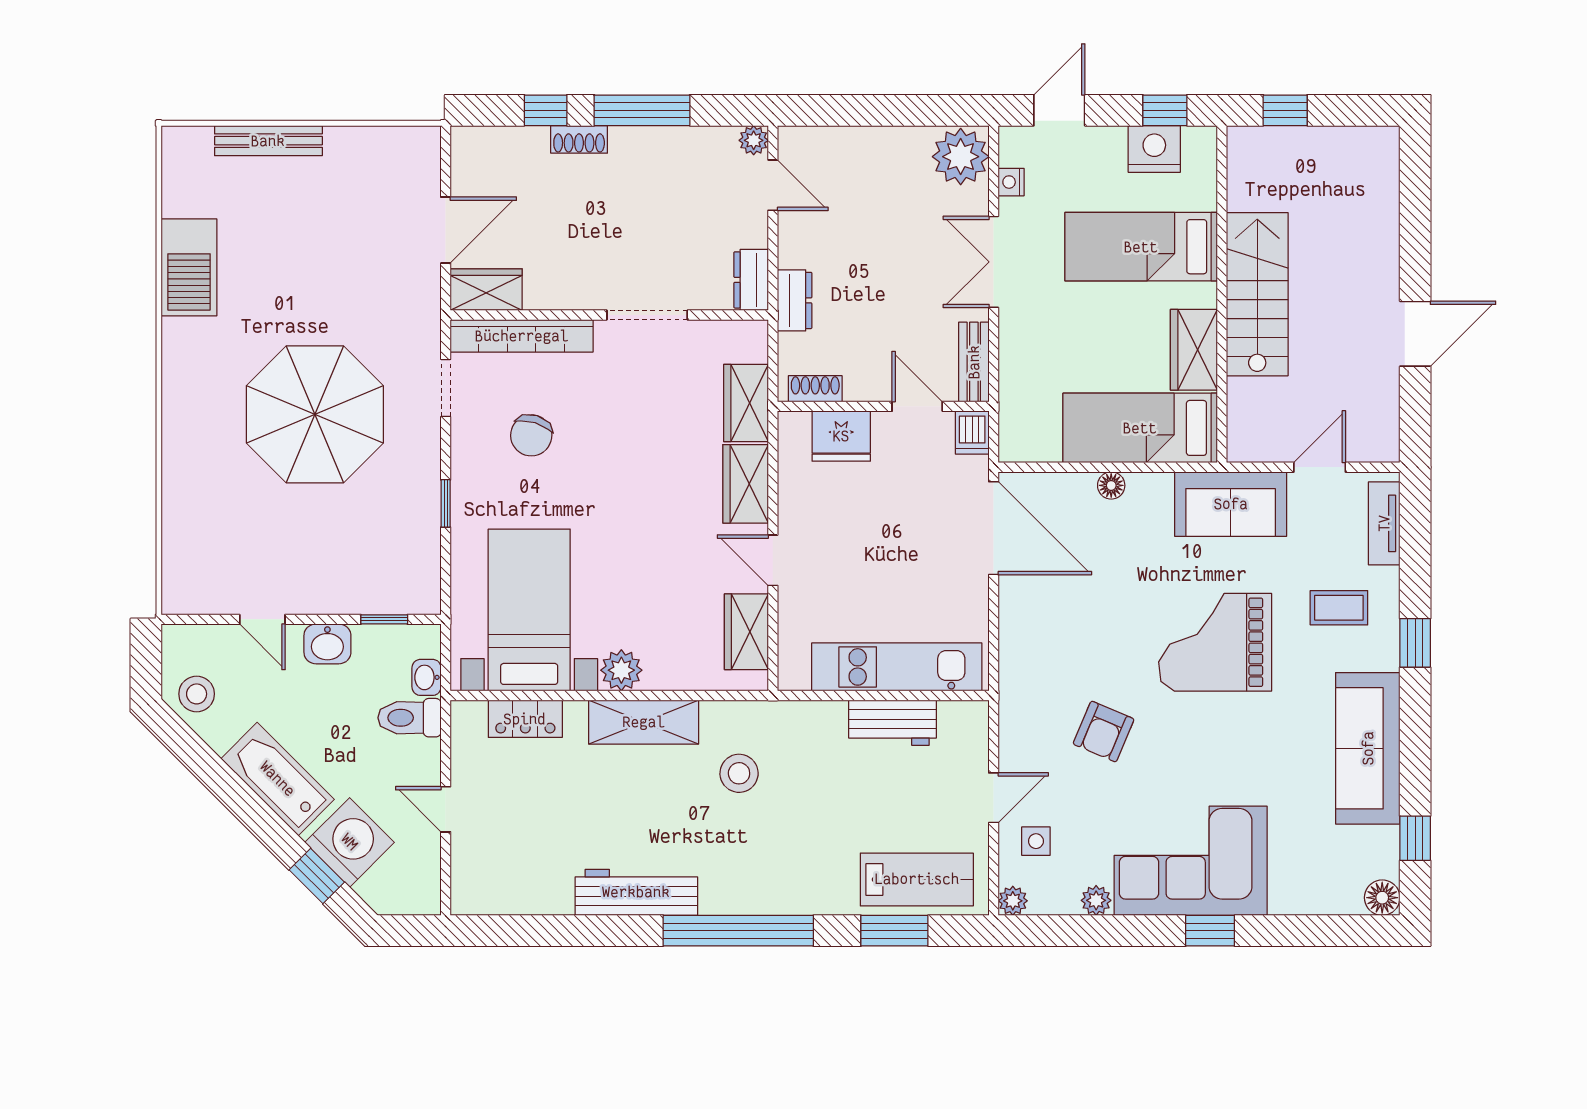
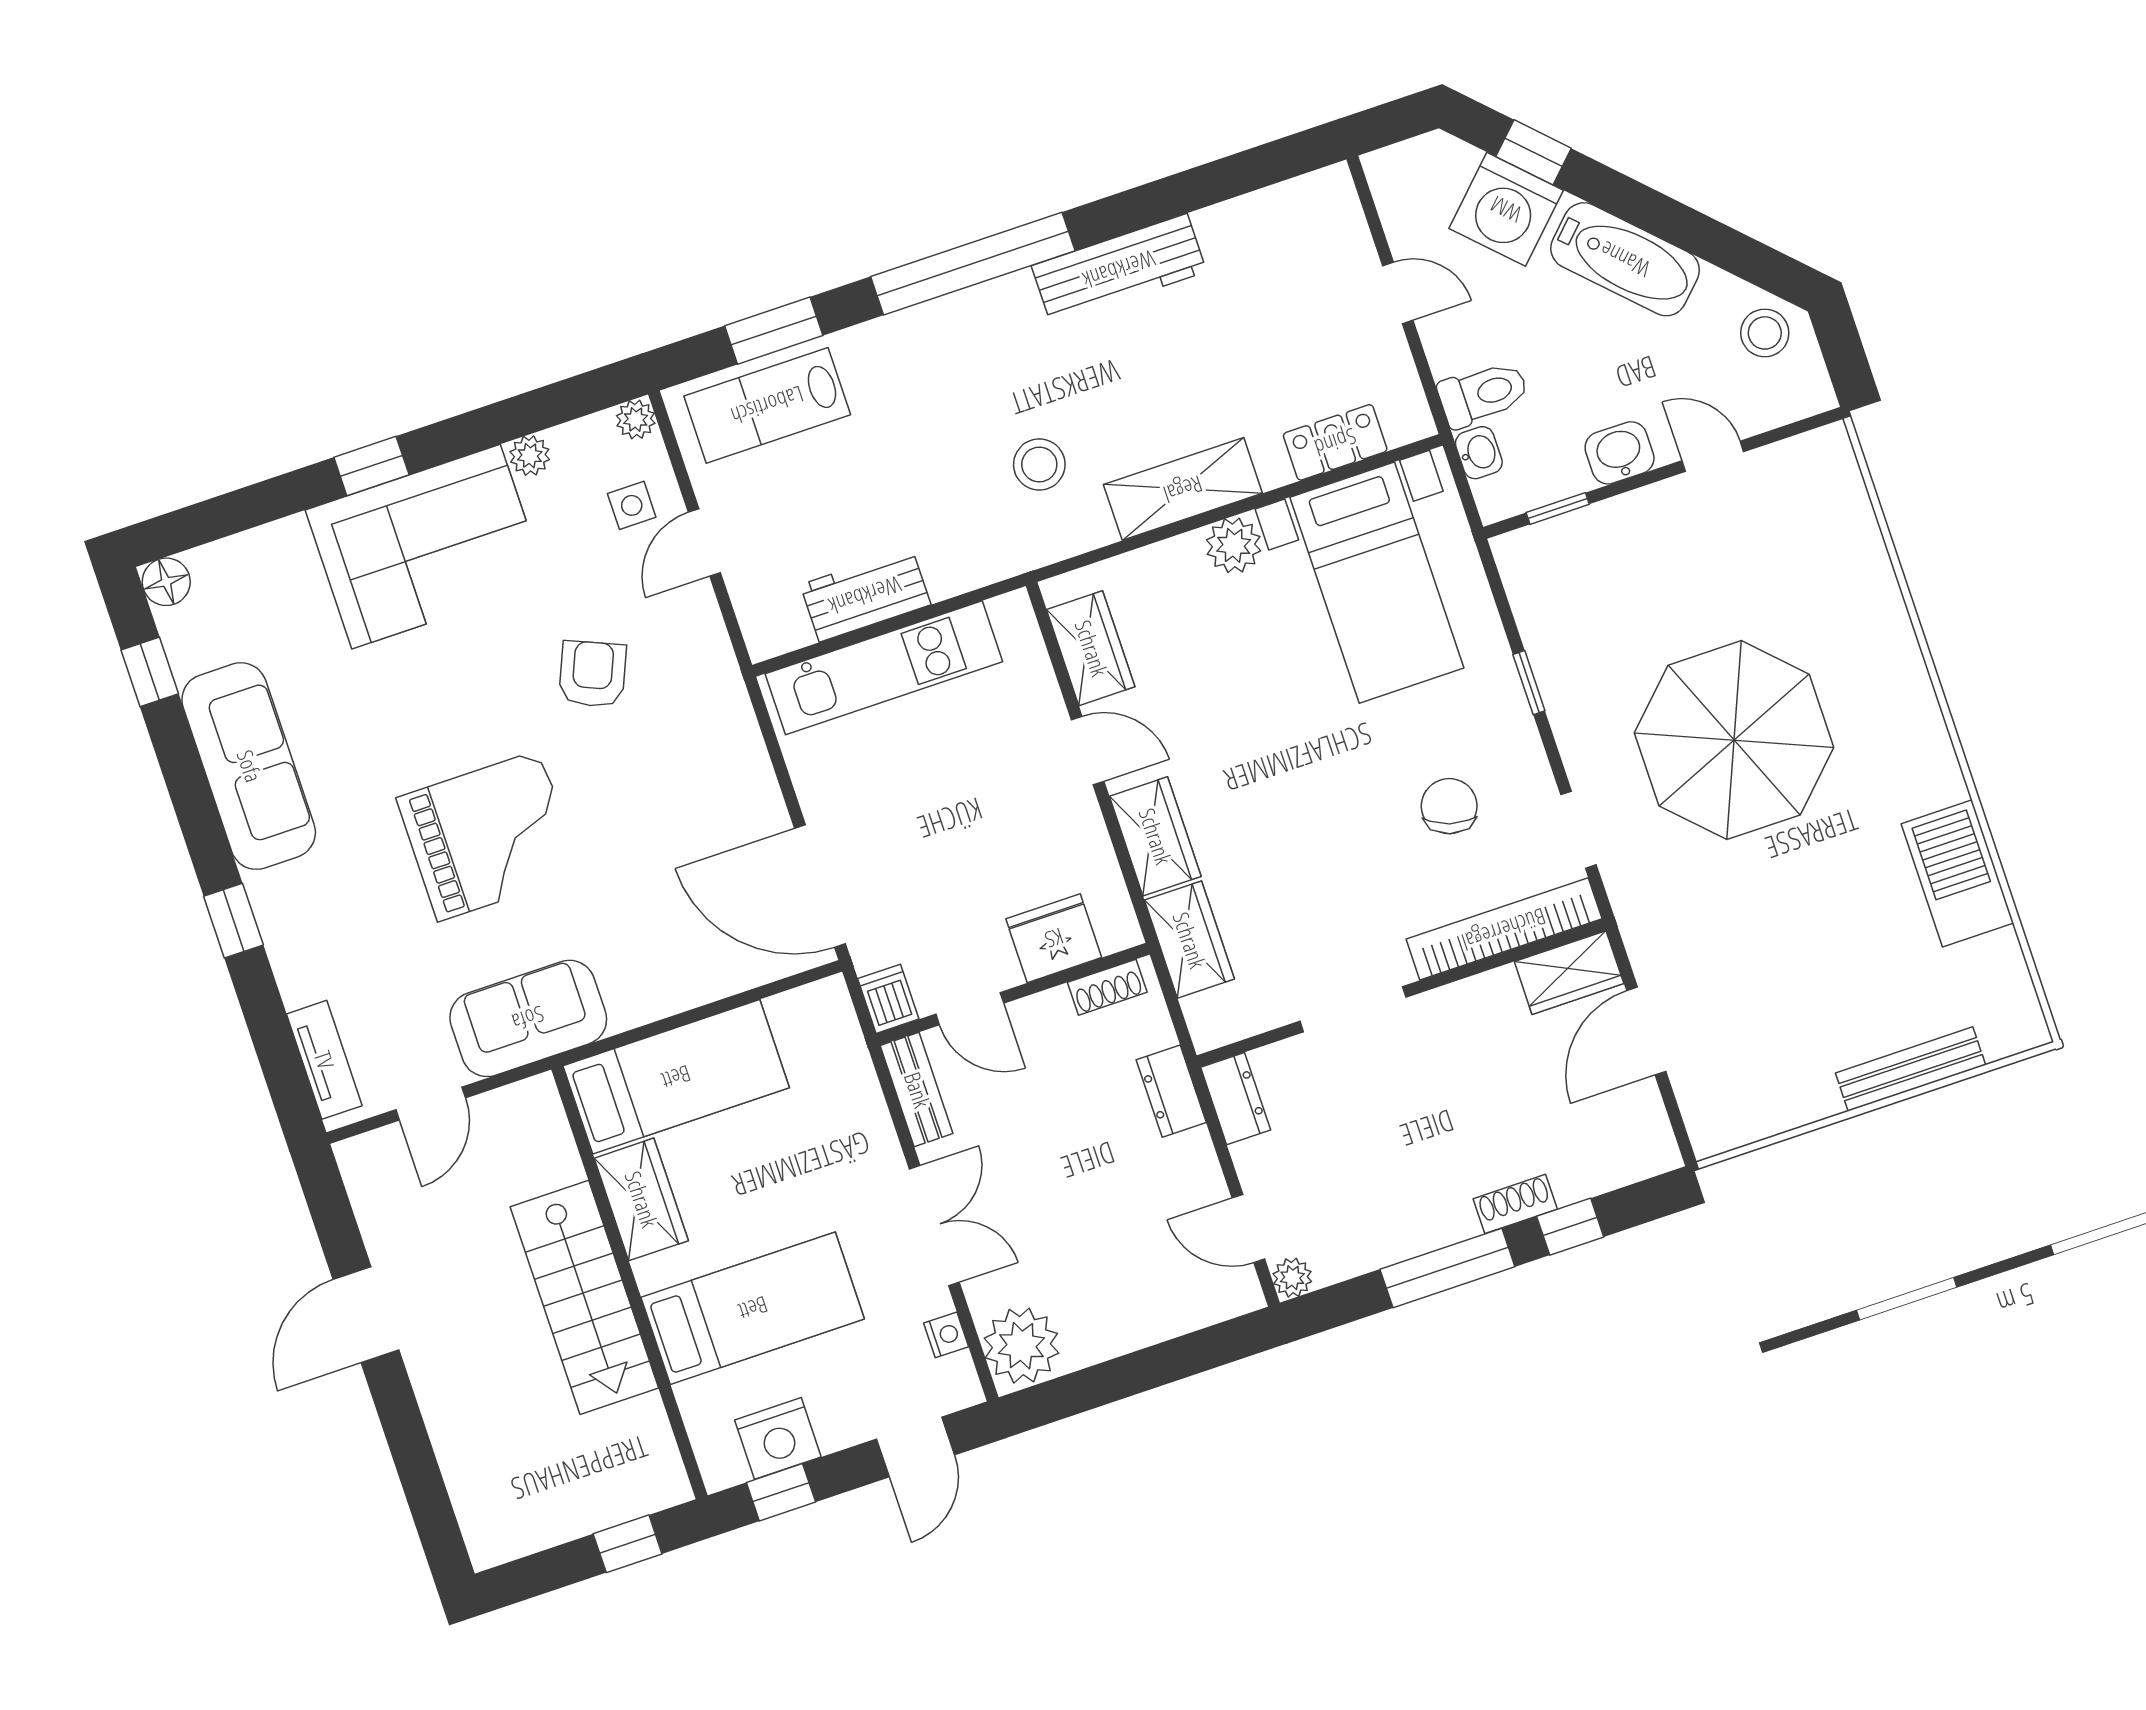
floor lamp: (1111, 485) -> (688, 991), removed
coffee table: (1339, 608) -> (346, 933), removed

